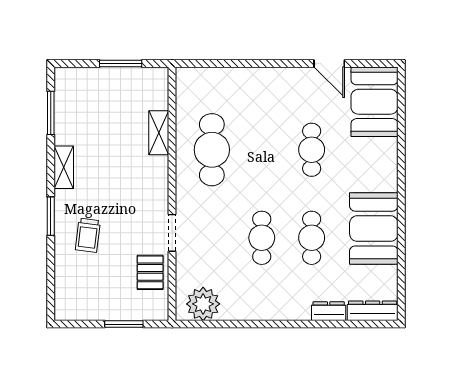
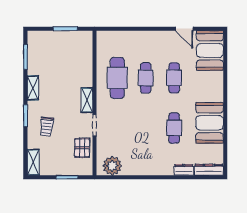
shelving: (159, 133) -> (87, 100), moved
cafe table: (262, 238) -> (146, 78), moved
shelving: (64, 298) -> (33, 162), added

